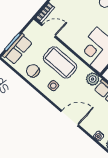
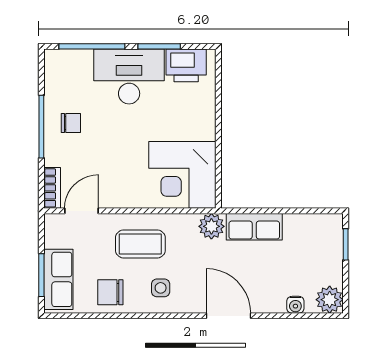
coffee table: (60, 62) -> (140, 244), width x0.73, depth x0.76
door: (70, 118) -> (228, 316), hinge flipped

